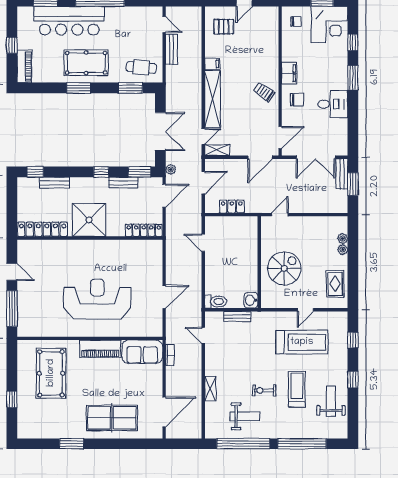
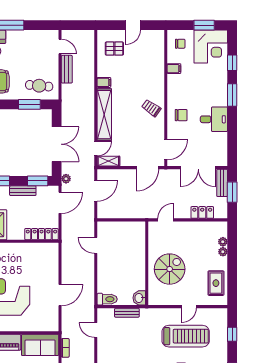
filing cabinet: (289, 73) -> (174, 69), moved, width x0.50
locker: (232, 206) -> (202, 212), moved

